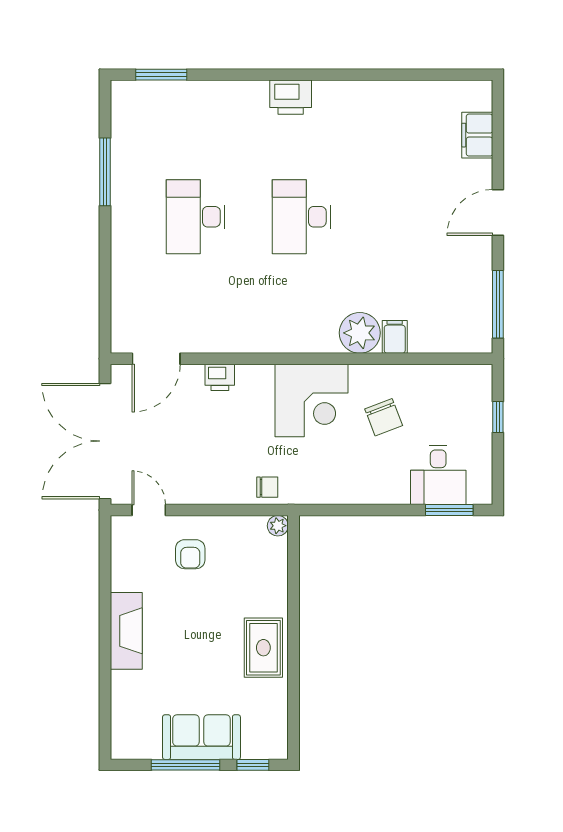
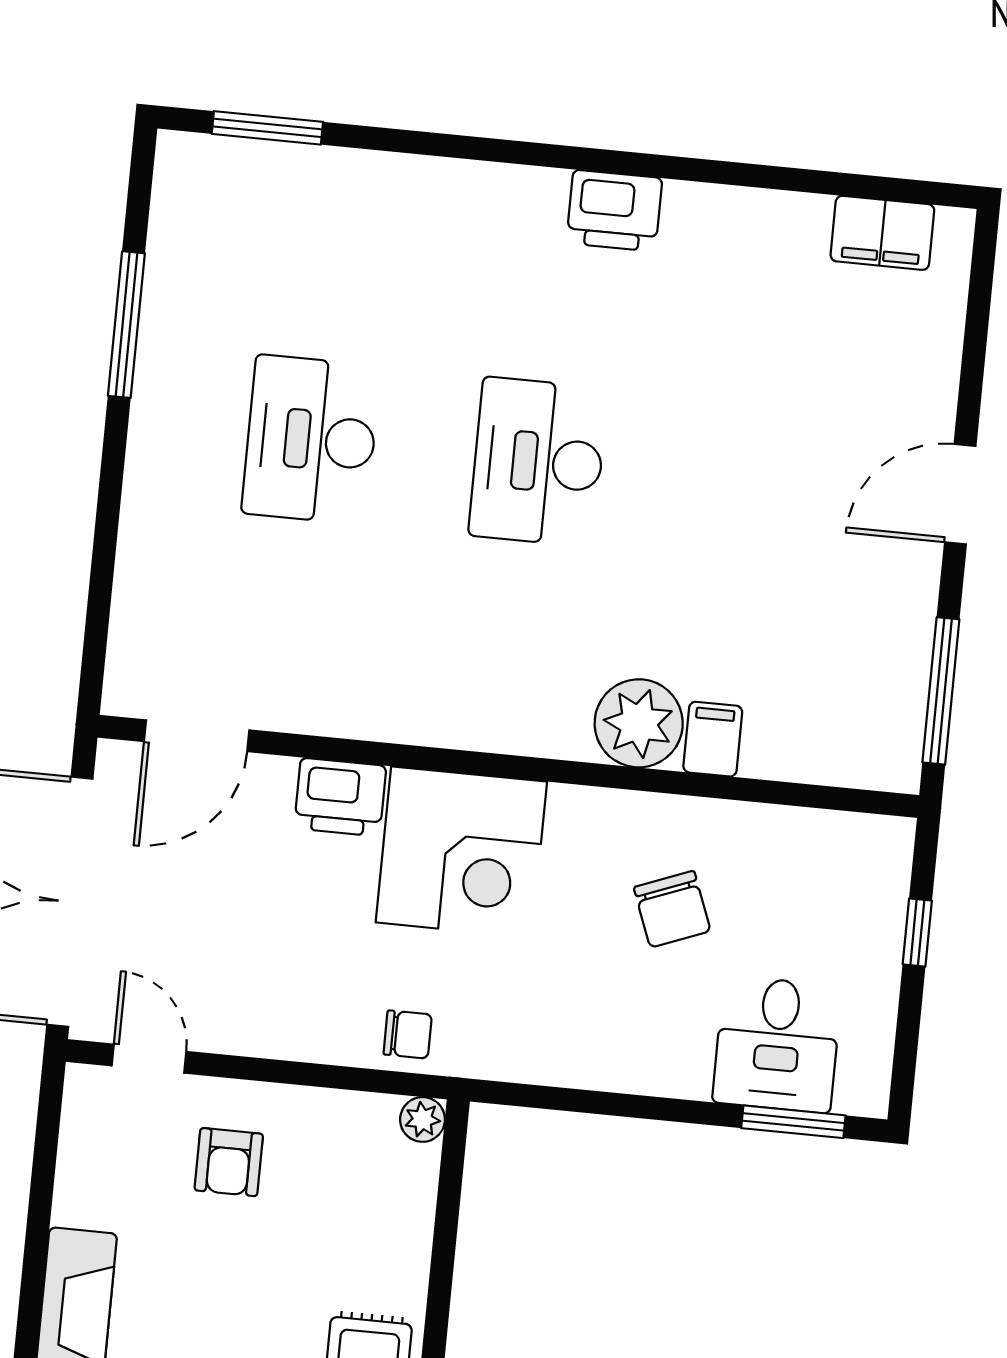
printer: (291, 97) -> (614, 211), moved
filing cabinet: (477, 135) -> (882, 233), moved, turned -90
printer: (220, 377) -> (340, 797), width x1.36, depth x1.24
corner desk: (311, 400) -> (461, 852), moved

